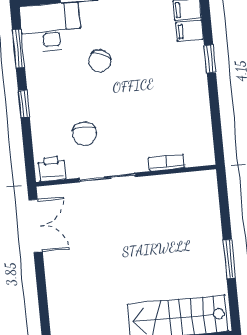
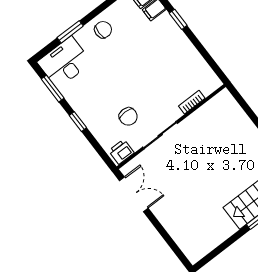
chair: (100, 61) -> (103, 30), moved, turned -110

